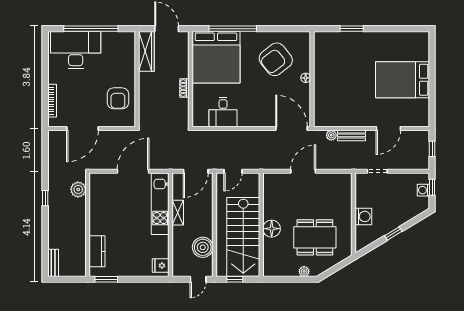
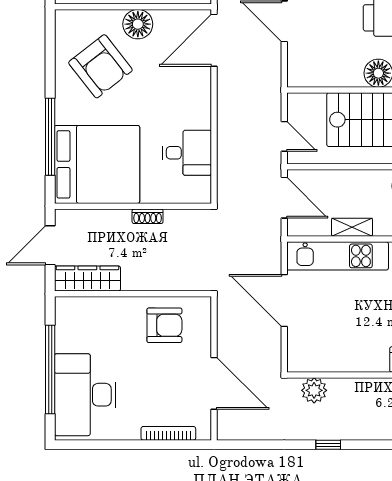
floor lamp: (306, 78) -> (138, 24), width x1.89, depth x1.89

